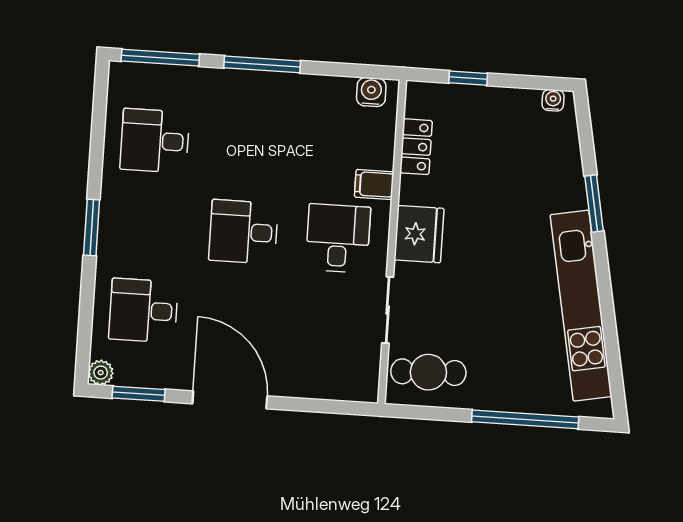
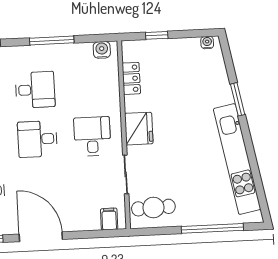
window: (262, 64) -> (52, 40), moved
desk: (249, 147) -> (35, 90), added
filing cabinet: (374, 184) -> (109, 219), moved, turned 90

